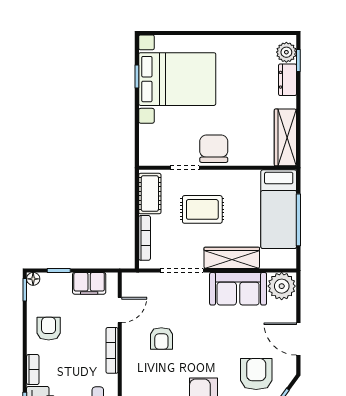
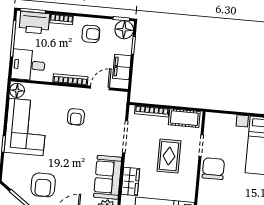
chair: (214, 149) -> (213, 169), turned -90
wardrobe: (232, 258) -> (130, 181), width x0.67
floor lamp: (33, 279) -> (124, 30), width x1.89, depth x1.89
door: (120, 310) -> (100, 88), swing flipped
armchair: (161, 338) -> (76, 117), turned -90
armchair: (256, 374) -> (43, 185), turned 90

